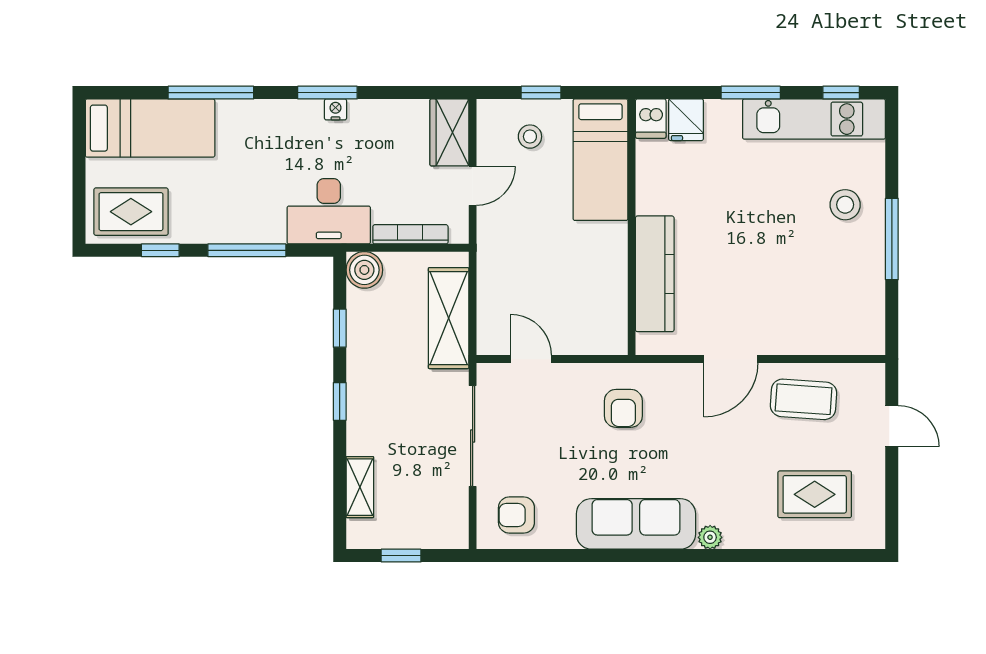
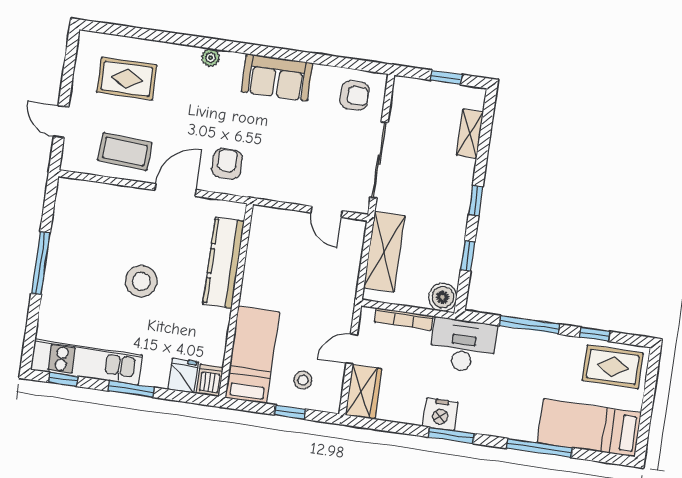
nightstand: (336, 109) -> (440, 414), width x1.89, depth x1.79
stool: (845, 205) -> (141, 281), moved, width x1.38, depth x1.38
armchair: (623, 408) -> (227, 164), moved
sofa: (636, 524) -> (277, 77), width x0.73

